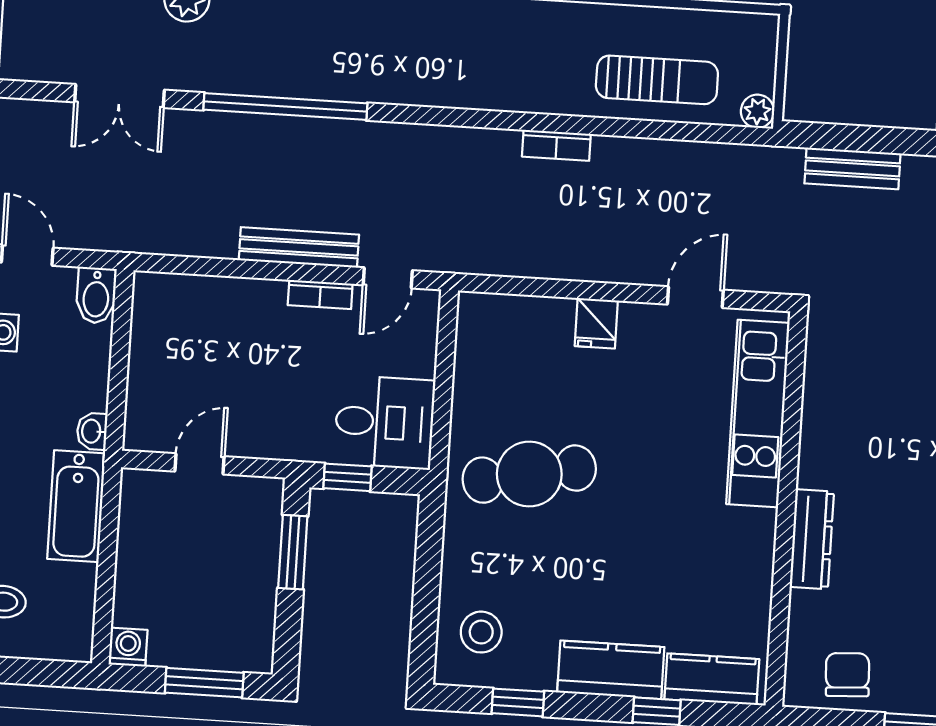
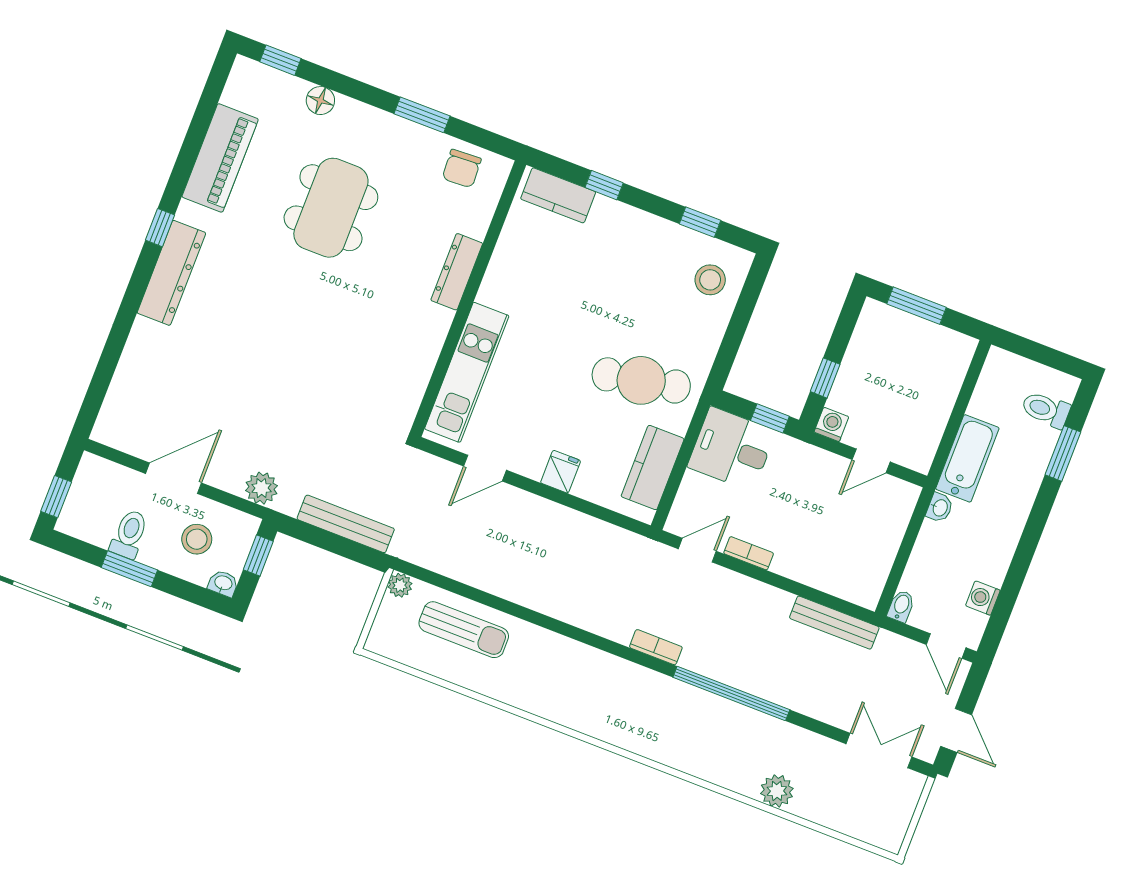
sun lounger: (657, 80) -> (464, 630), turned 180
double door: (119, 96) -> (879, 750), moved
bookcase: (556, 145) -> (656, 647), moved
bench: (852, 168) -> (346, 524), width x1.36
bench: (299, 247) -> (834, 623), moved
bidet: (96, 295) -> (901, 606), width x0.72, depth x0.74
window: (293, 552) -> (825, 378), width x0.67
washing machine: (128, 647) -> (831, 424), moved, turned 180
kitchen counter: (611, 670) -> (653, 468), moved, turned 90

